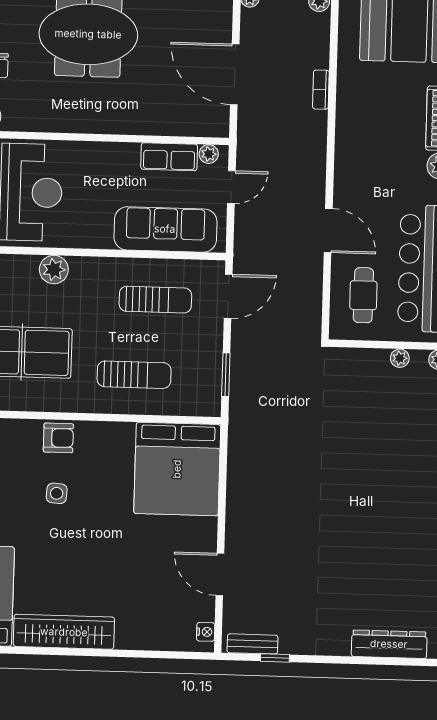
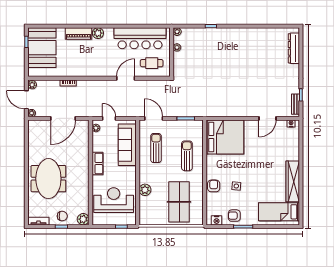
row of seats: (169, 157) -> (97, 163), moved

